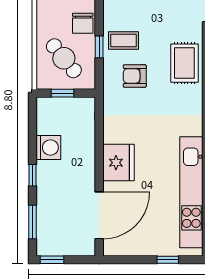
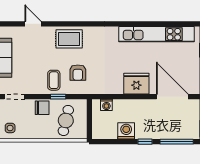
cafe table: (64, 58) -> (66, 121), turned -38
window: (63, 93) -> (89, 121), removed
washing machine: (87, 118) -> (106, 105), added
window: (33, 222) -> (177, 142), width x1.44

